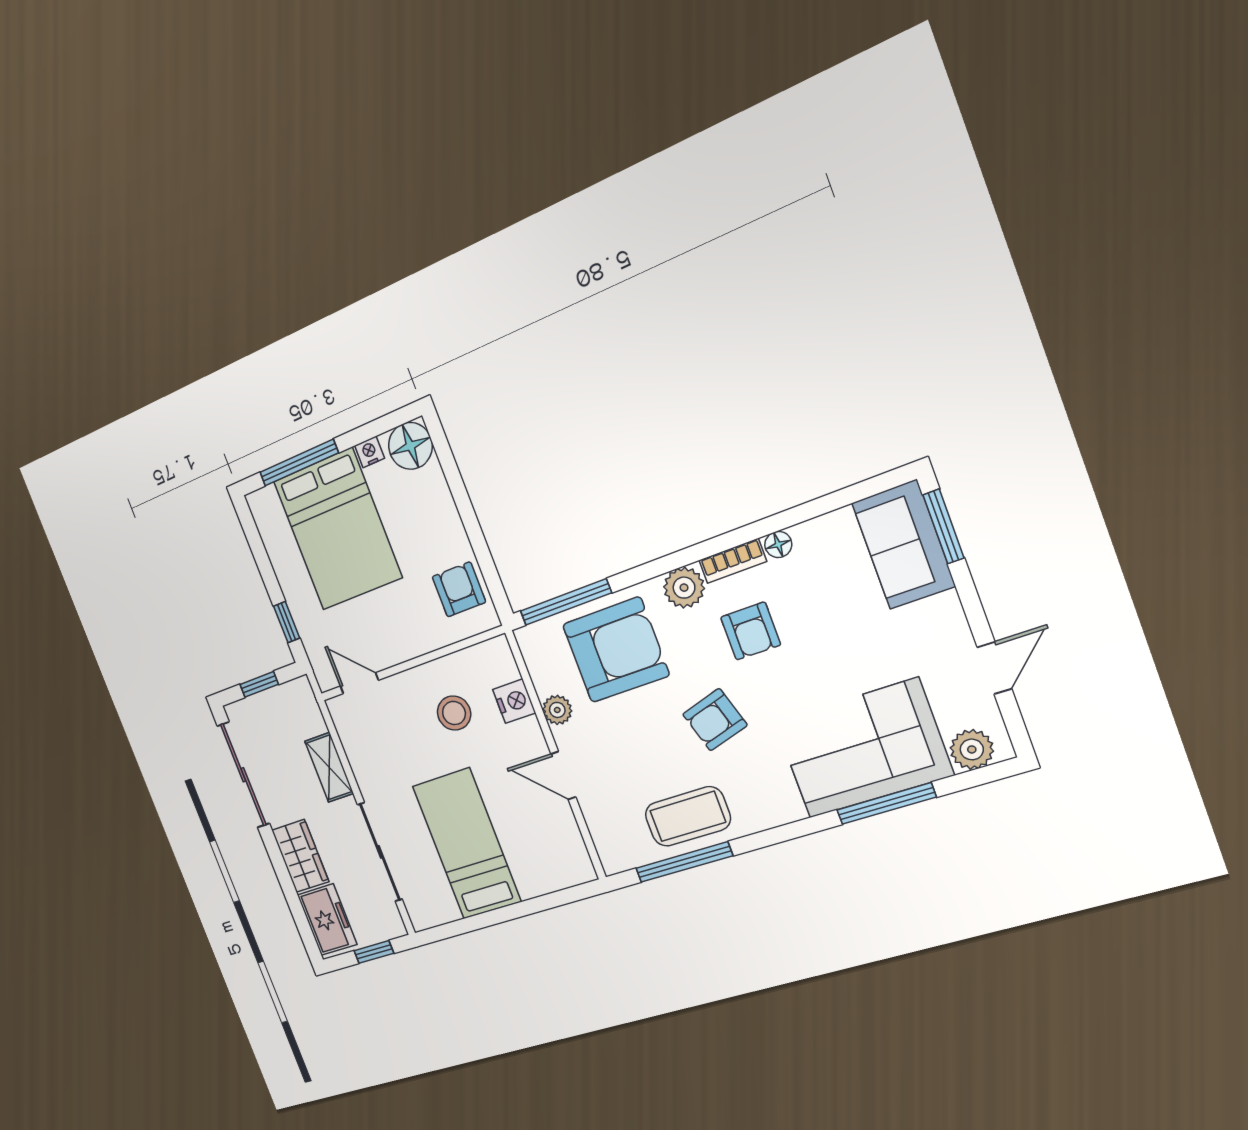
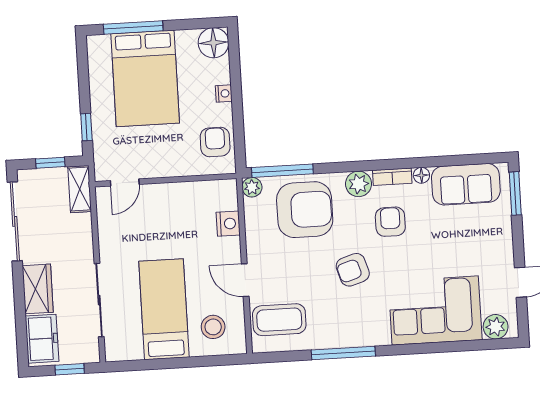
nightstand: (370, 452) -> (224, 93), moved, turned 90
sofa: (904, 545) -> (466, 184), moved, turned -90
armchair: (751, 631) -> (390, 222), turned 180
door: (359, 683) -> (125, 182), swing flipped
plant: (557, 710) -> (252, 187), moved
stool: (454, 713) -> (213, 327), moved
shelving: (329, 767) -> (80, 189), moved
window: (886, 804) -> (439, 347), removed
coffee table: (688, 816) -> (279, 320), moved
window: (684, 862) -> (343, 353), moved

